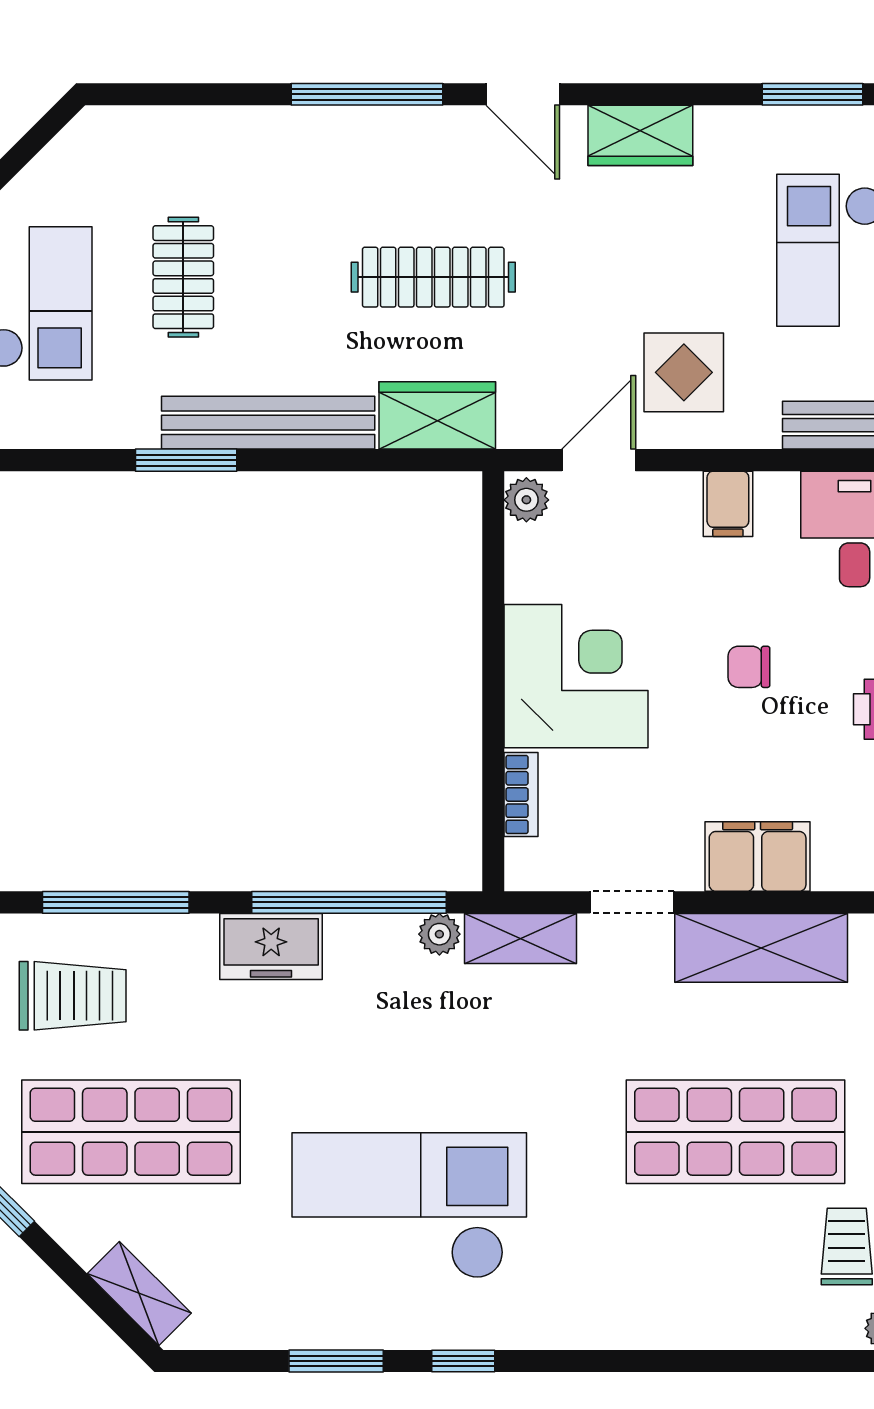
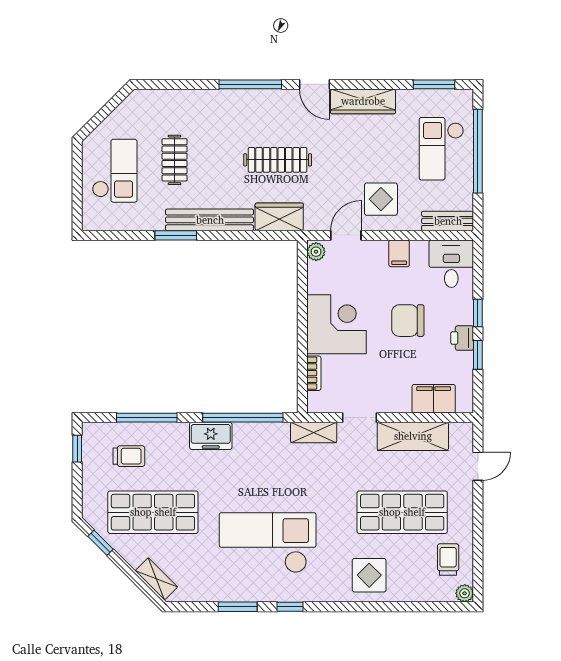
wardrobe: (640, 135) -> (363, 101), width x1.50
chair: (749, 667) -> (408, 321), width x1.87, depth x1.87
filing cabinet: (758, 857) -> (434, 399), moved
plant: (439, 934) -> (280, 431), removed
trolley: (73, 996) -> (129, 456), width x0.73, depth x0.72
display table: (655, 1284) -> (369, 575), added

